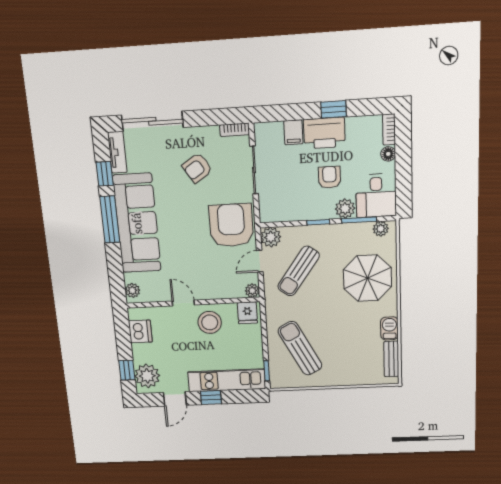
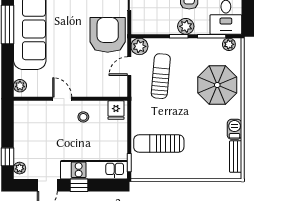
plant: (345, 209) -> (186, 26), moved
sun lounger: (298, 271) -> (161, 76), turned 149
plant: (252, 291) -> (121, 91), removed
stool: (210, 322) -> (83, 117), width x0.53, depth x0.53
dishwasher: (140, 331) -> (23, 122), removed
sun lounger: (300, 348) -> (159, 143), turned -62
plant: (147, 376) -> (20, 168), width x0.53, depth x0.53

